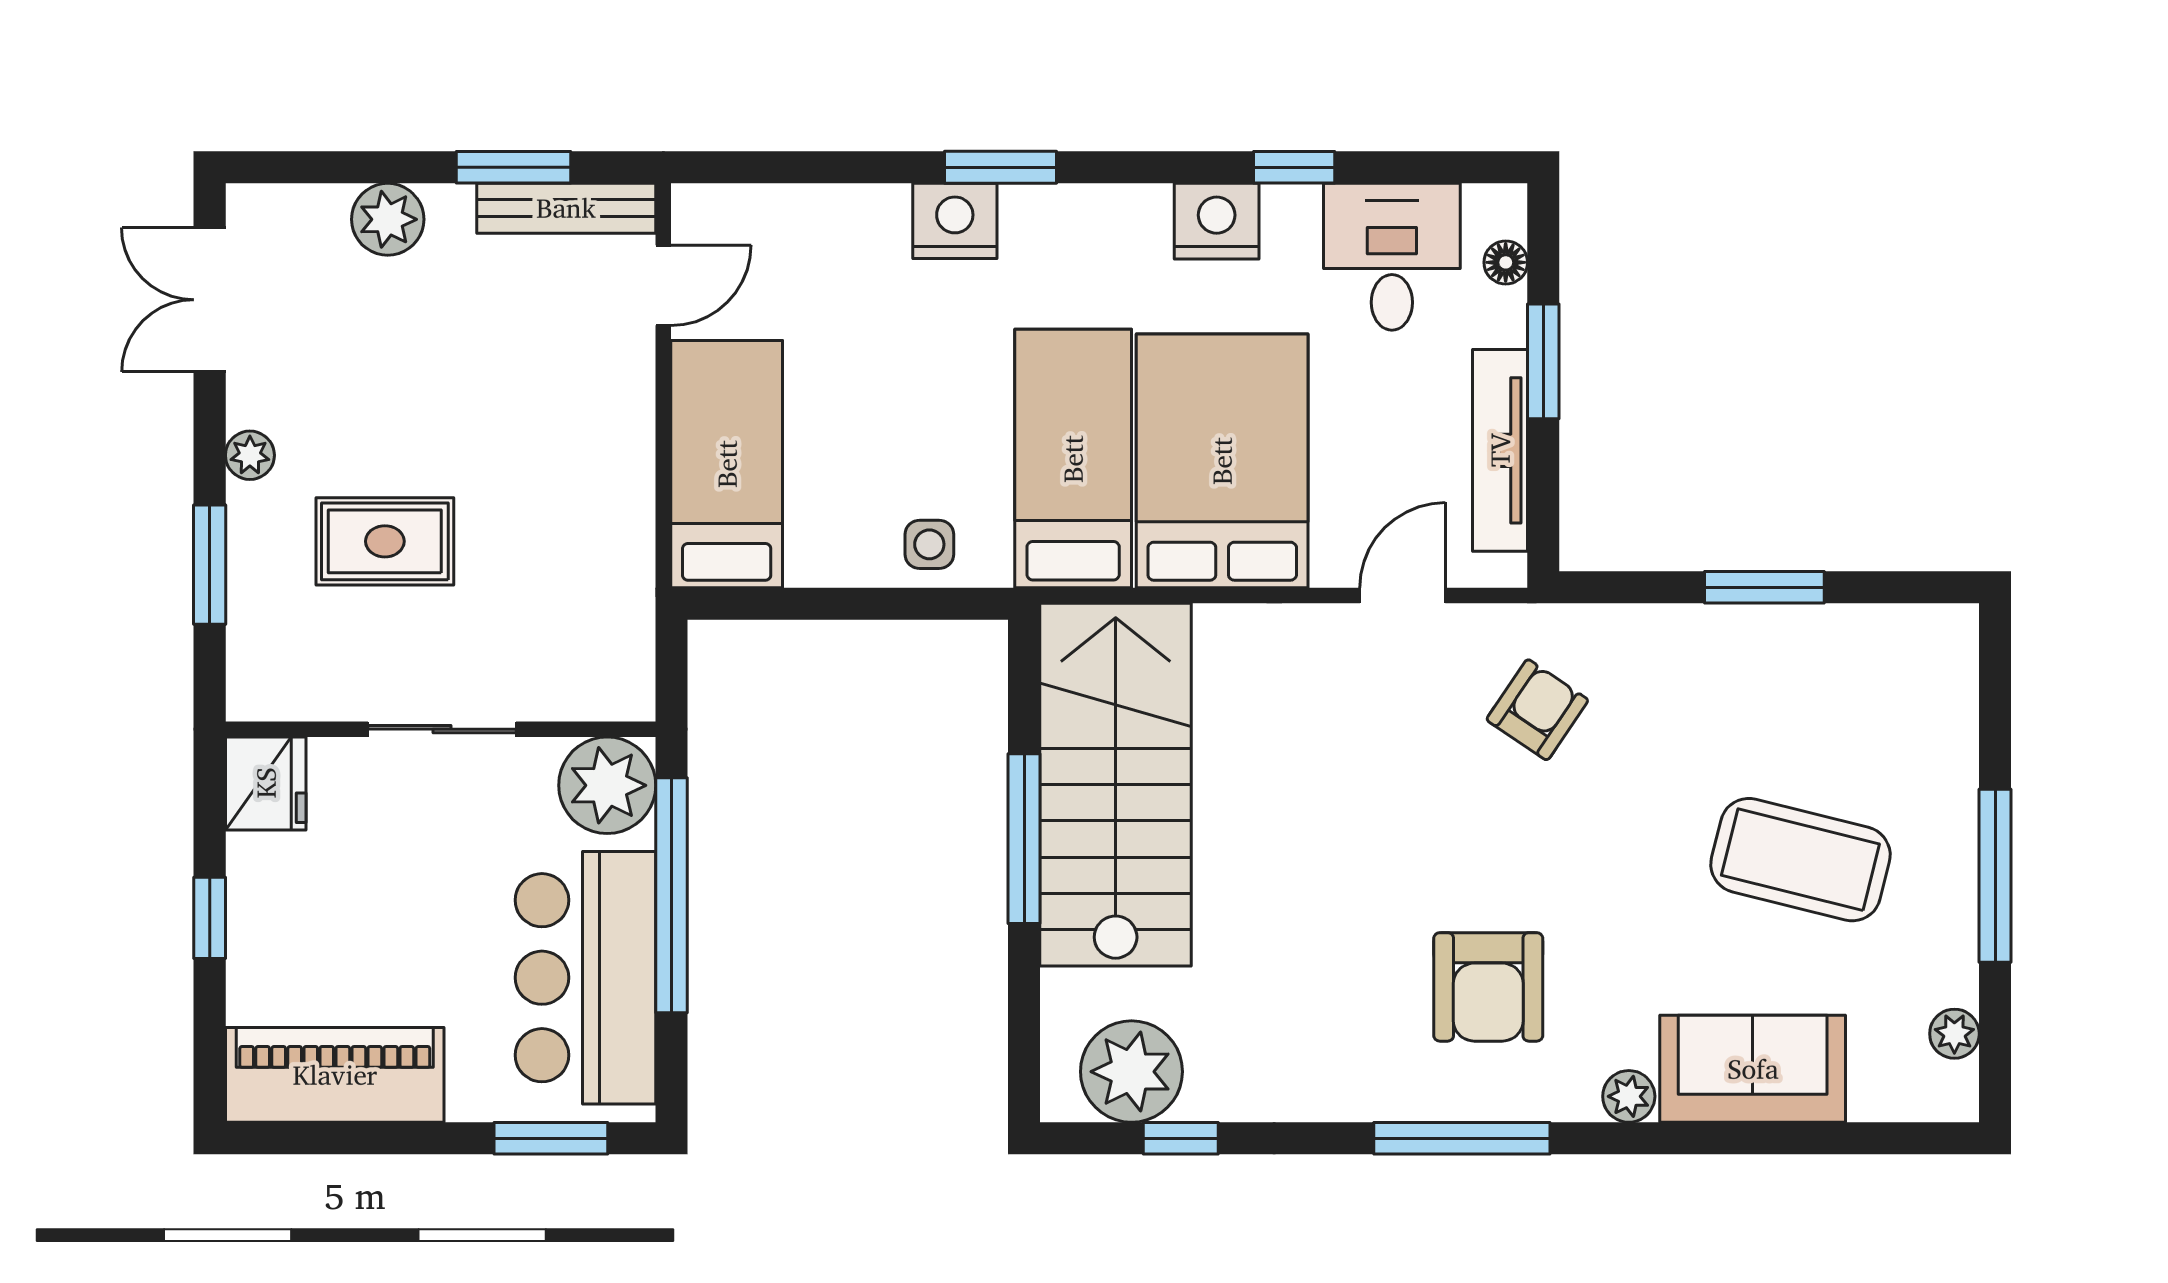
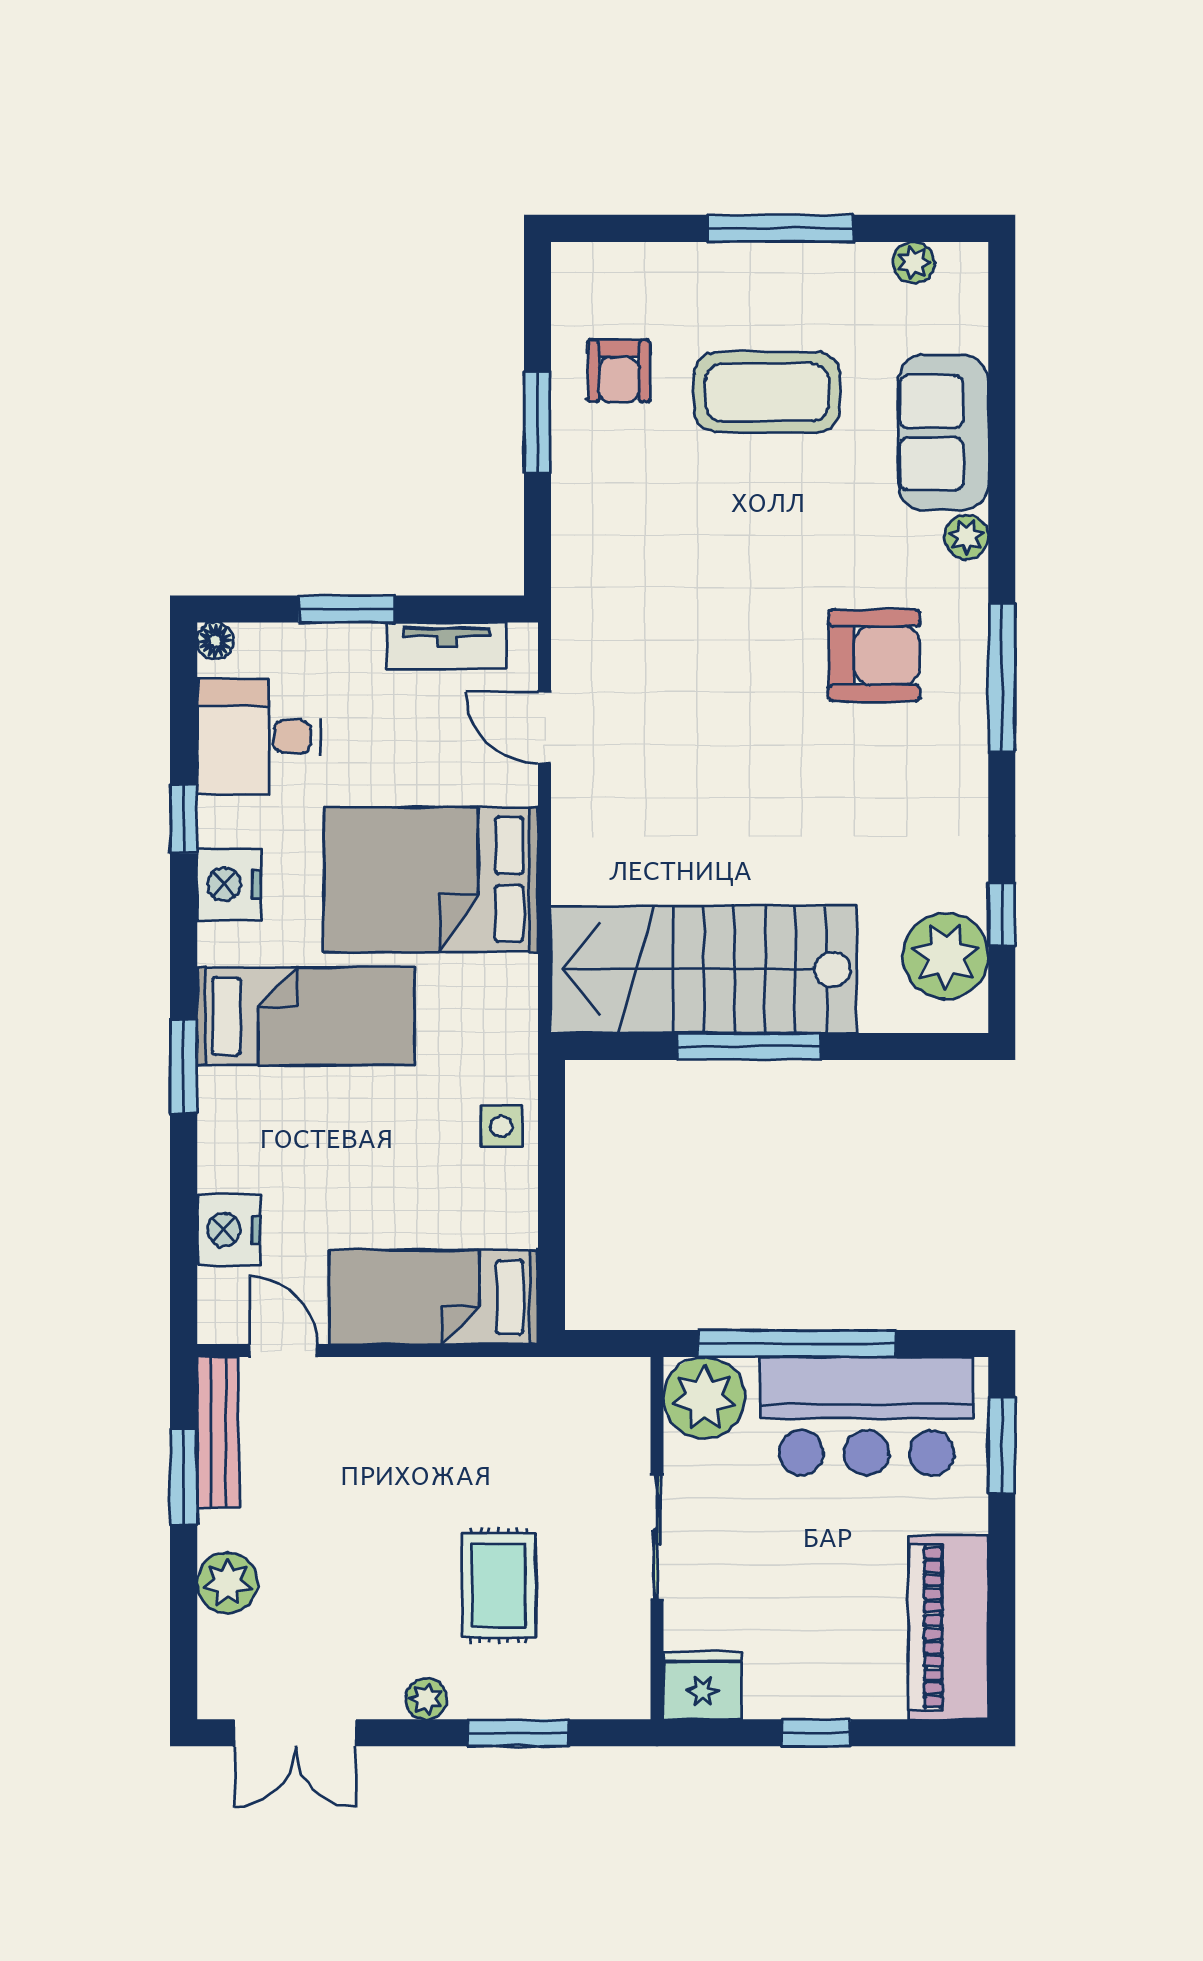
nightstand: (955, 221) -> (229, 1230), moved
floor lamp: (1506, 262) -> (215, 641), moved
tv unit: (1500, 450) -> (447, 645), width x0.71
bed: (1073, 459) -> (306, 1016), moved, turned 180
armchair: (1537, 710) -> (619, 371), moved, turned -124
coffee table: (1800, 860) -> (767, 392), turned 76

